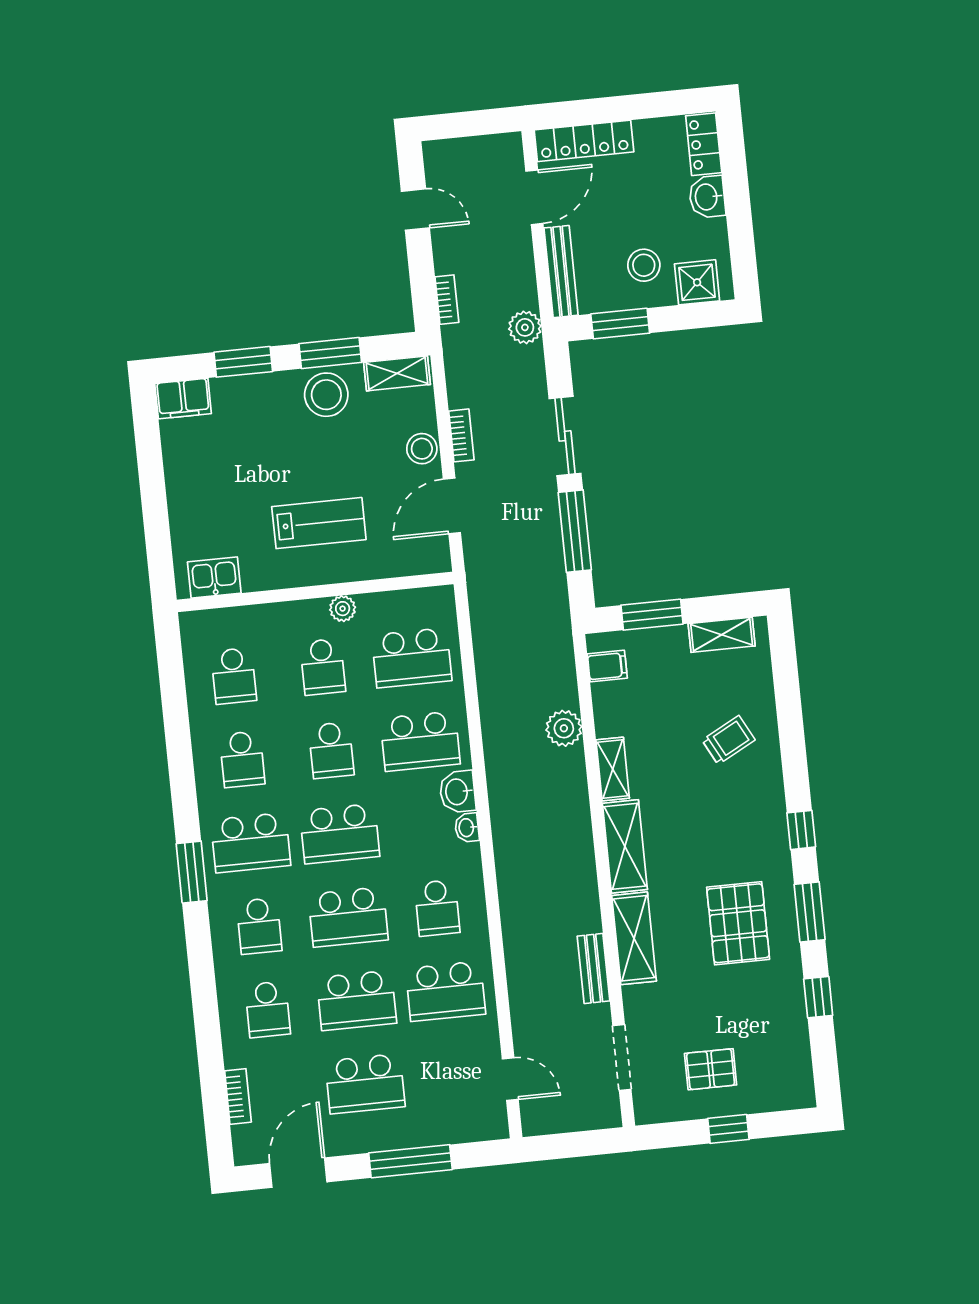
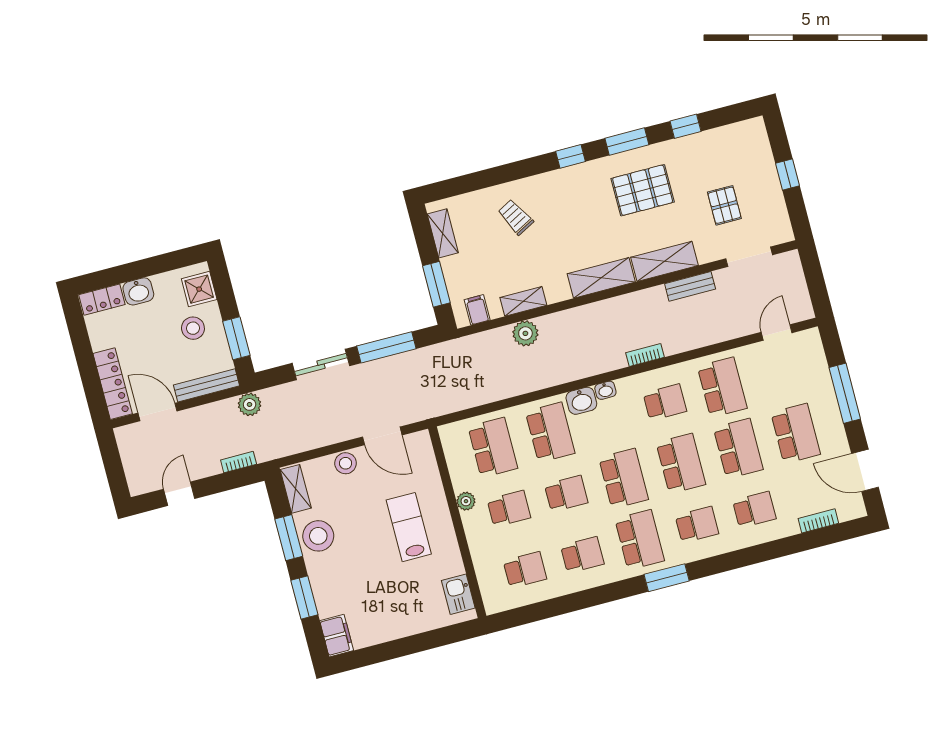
bookcase: (461, 435) -> (645, 355), moved
shelving: (613, 769) -> (523, 301), moved
pallet: (711, 1069) -> (724, 205), moved

